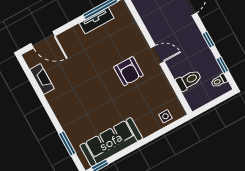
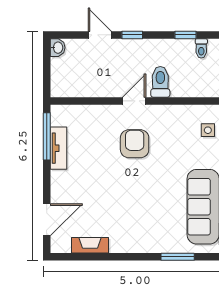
window: (208, 40) -> (132, 35), moved
armchair: (128, 71) -> (135, 144), turned -90
toilet: (189, 80) -> (160, 82), moved

